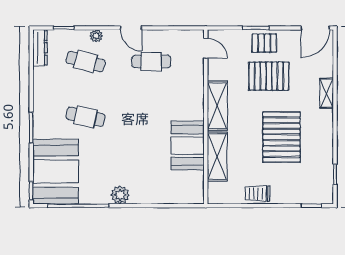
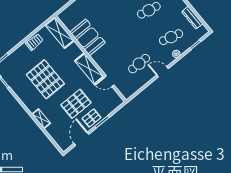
door: (315, 28) -> (81, 139), moved
dresser: (40, 48) -> (192, 18), moved
door: (206, 48) -> (109, 81), moved
shelving: (217, 157) -> (60, 33), moved

